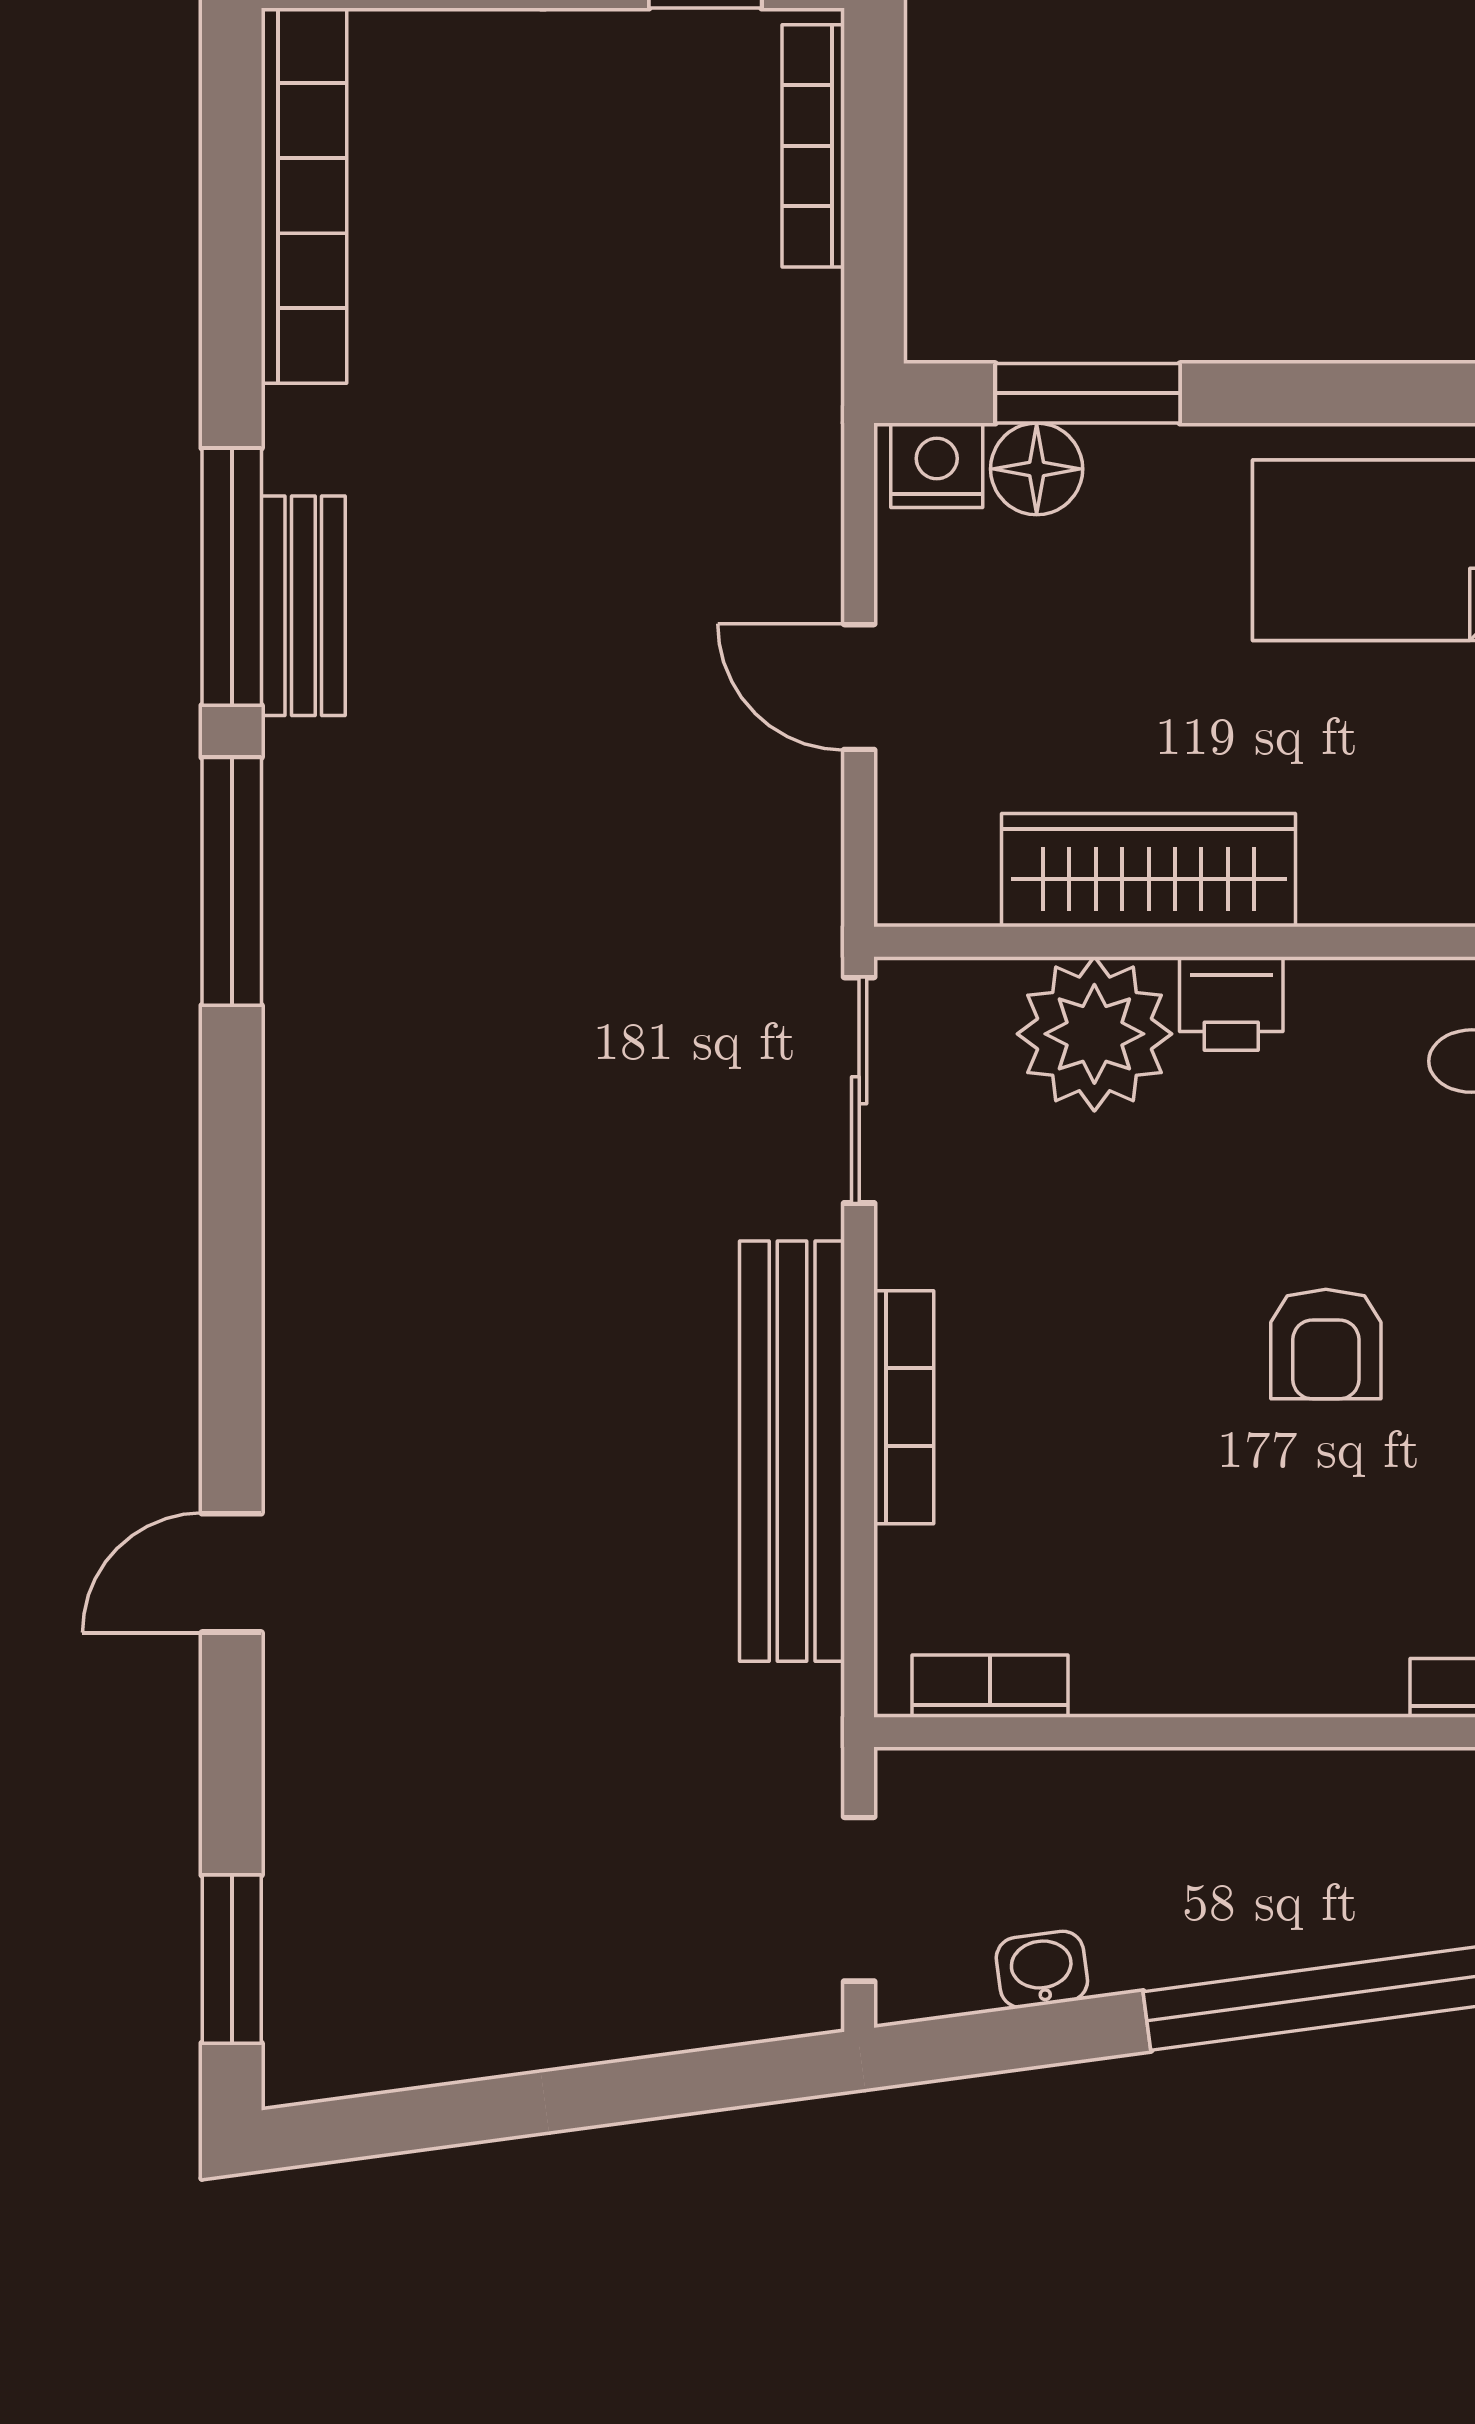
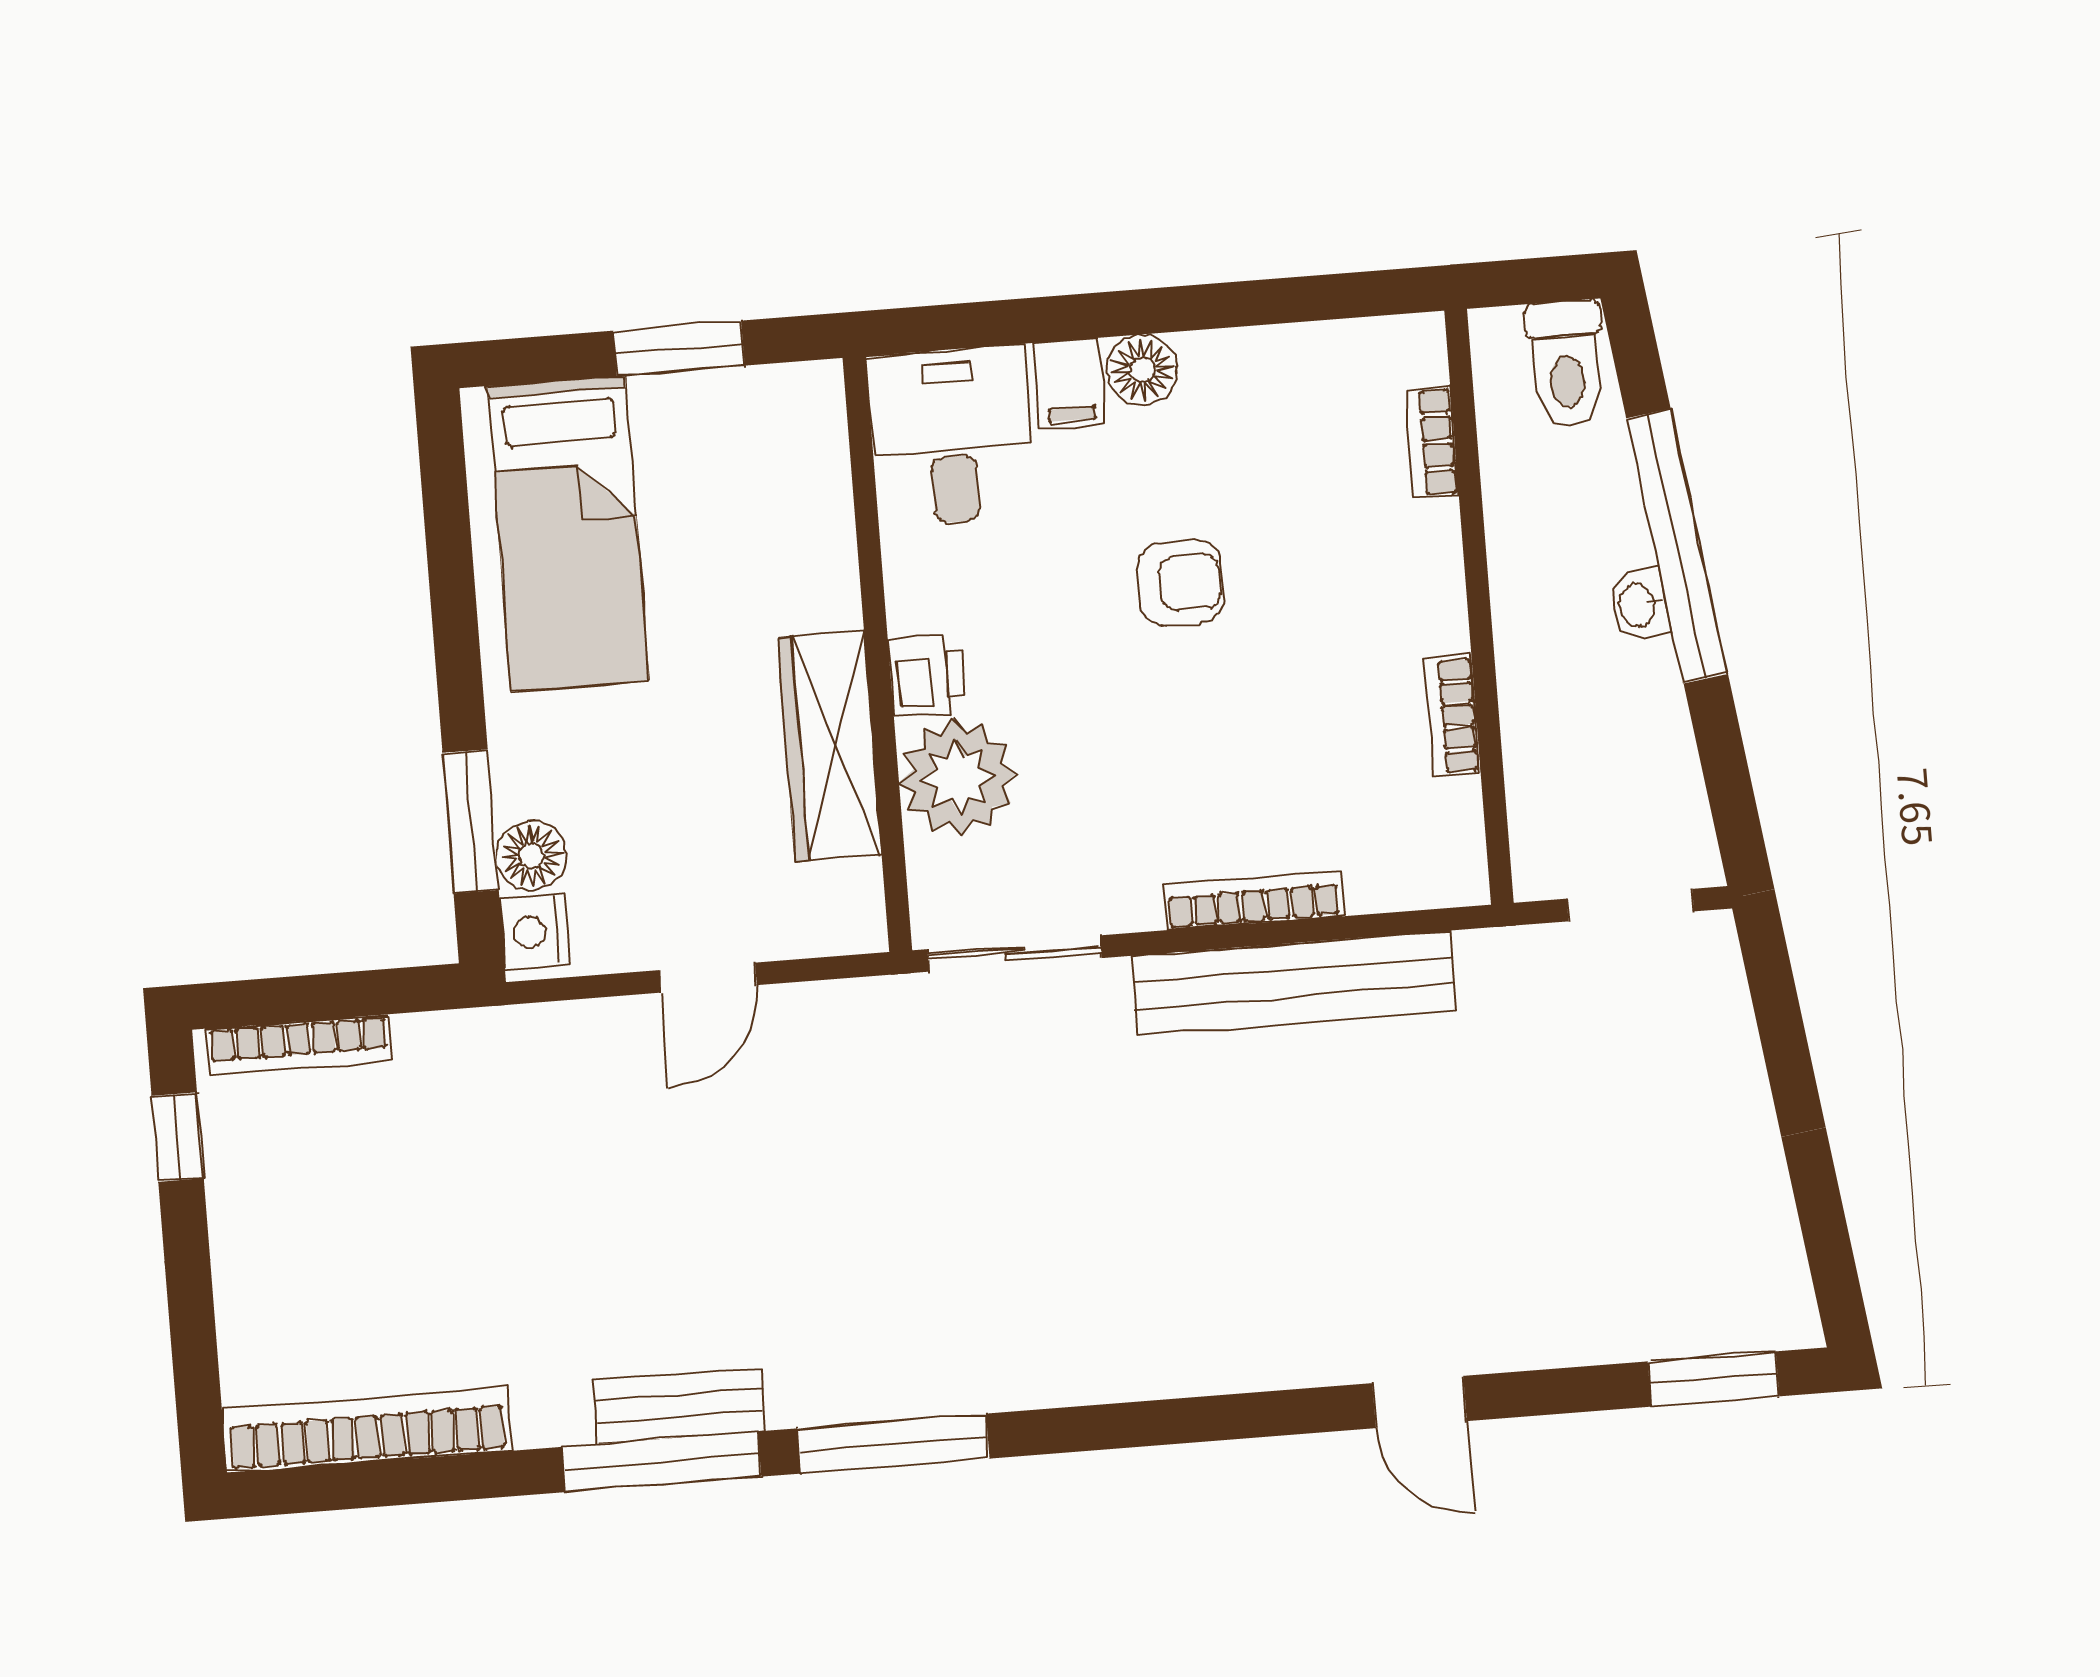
bookcase: (990, 1686) -> (1452, 716), moved
washbasin: (1042, 1969) -> (1639, 605), moved

